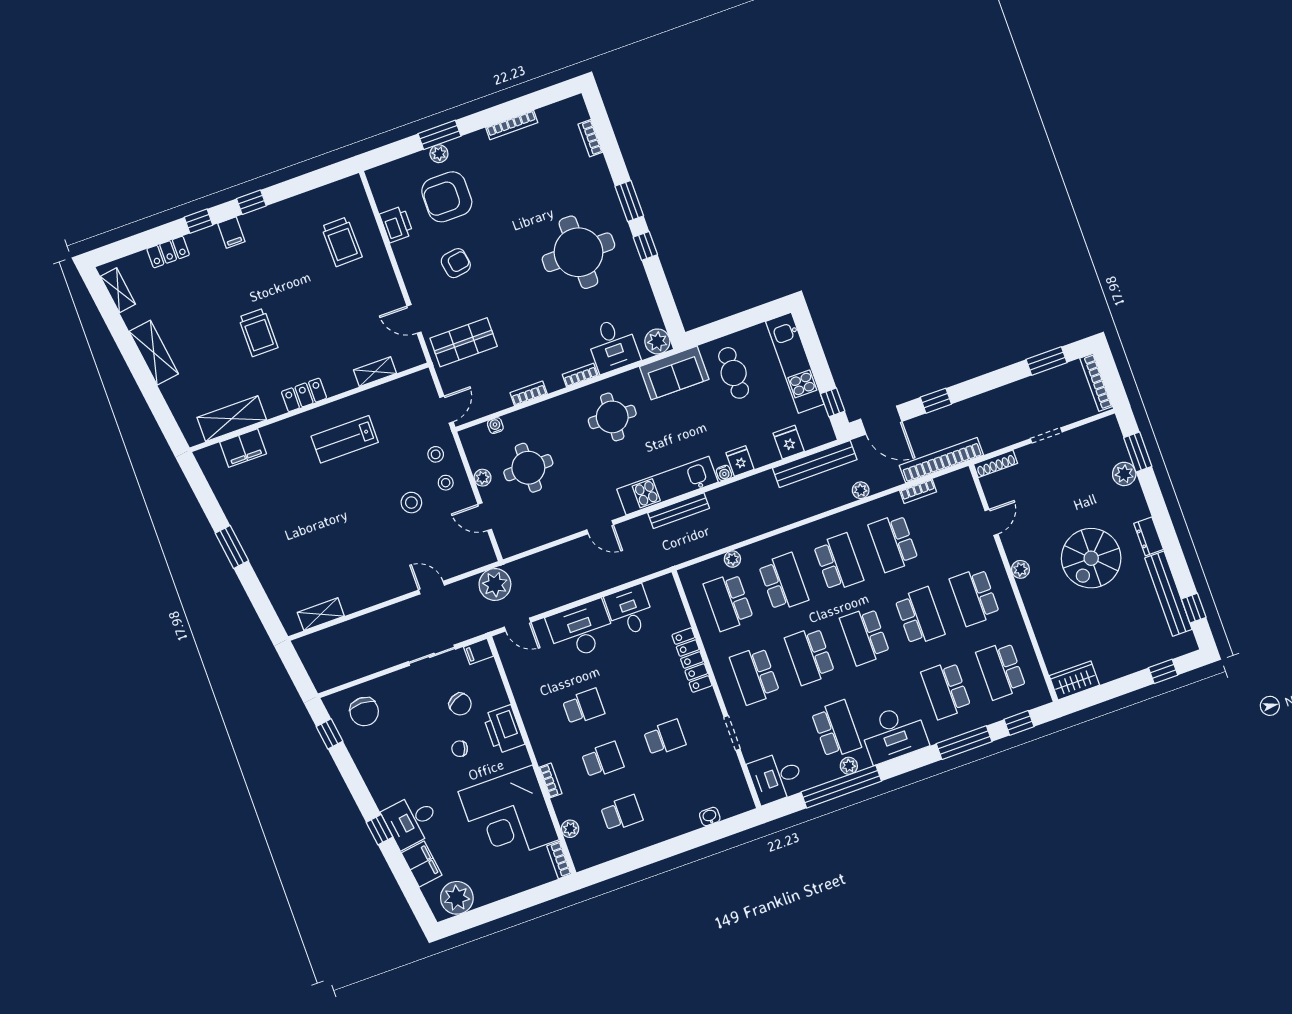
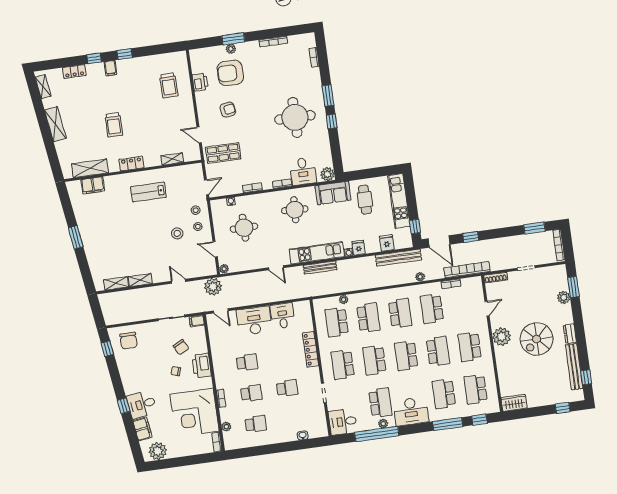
plant: (483, 478) -> (224, 269), moved
plant: (1020, 569) -> (502, 337), width x1.88, depth x1.88
shelving: (363, 599) -> (140, 280), added

